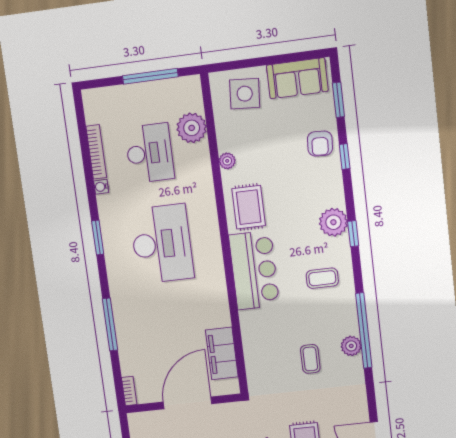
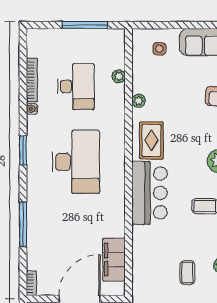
side table: (245, 94) -> (159, 49), width x0.54, depth x0.54
plant: (192, 128) -> (119, 76), width x0.53, depth x0.53

